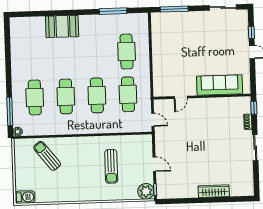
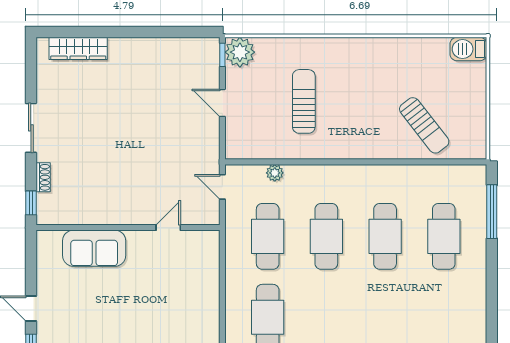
sofa: (220, 85) -> (94, 248), width x0.73
plant: (18, 132) -> (275, 173), moved
wardrobe: (214, 191) -> (78, 48), moved

